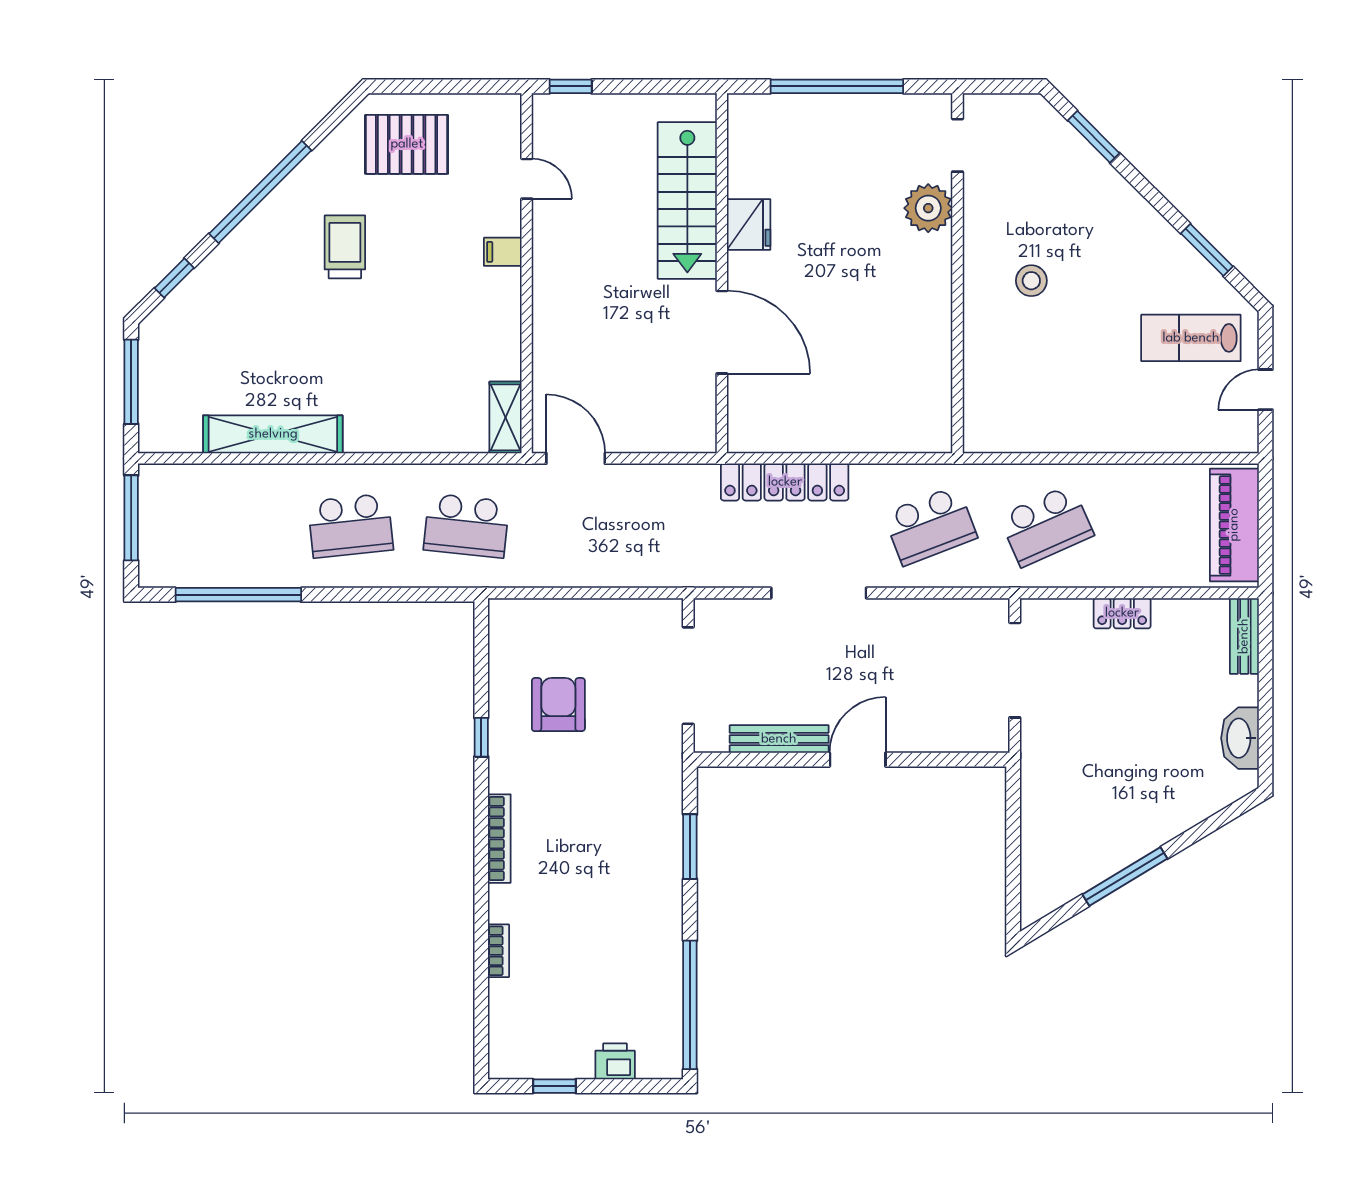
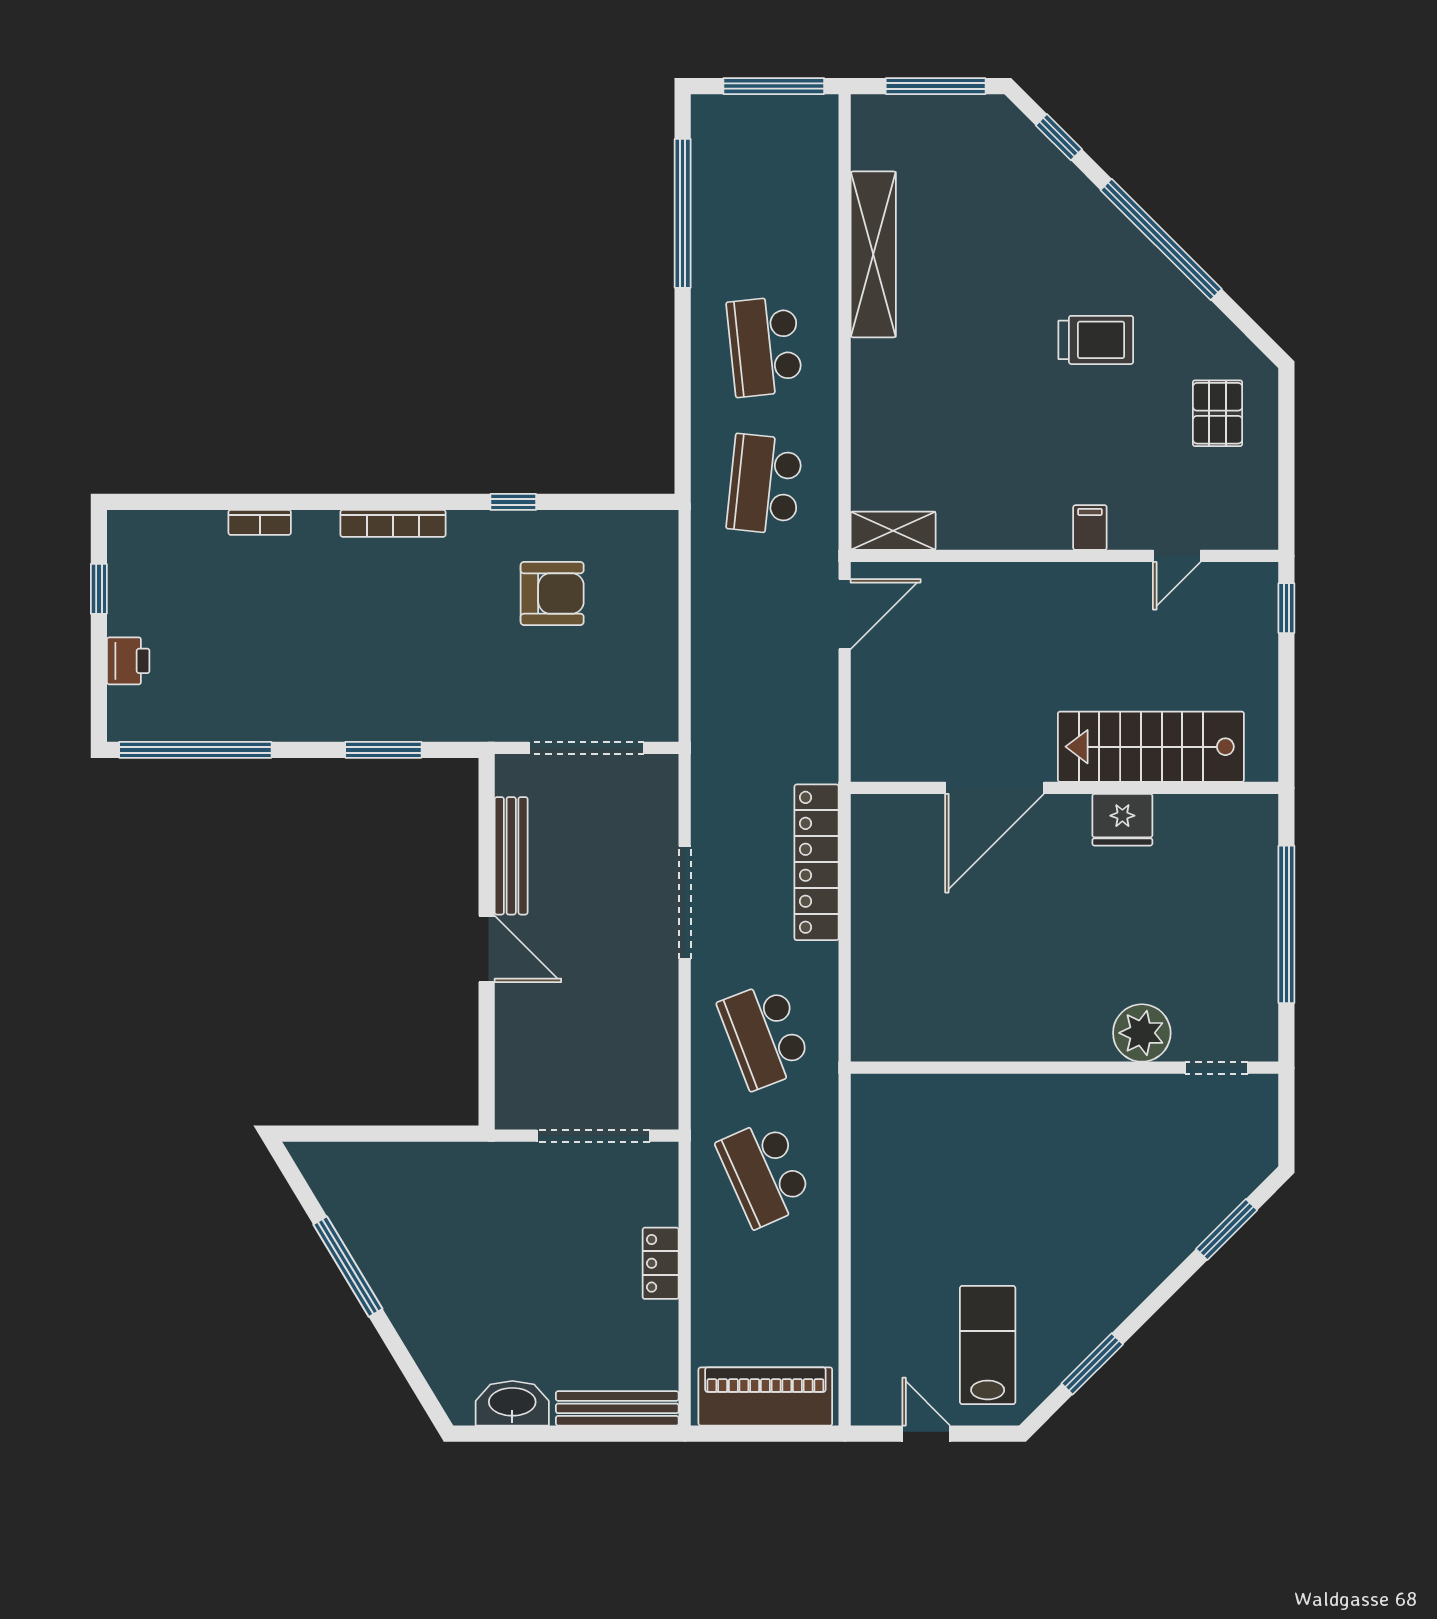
pallet: (407, 144) -> (1218, 413), width x0.67, depth x0.71
stool: (1031, 281) -> (1056, 1155), removed
bench: (1244, 636) -> (617, 1408), width x1.36

